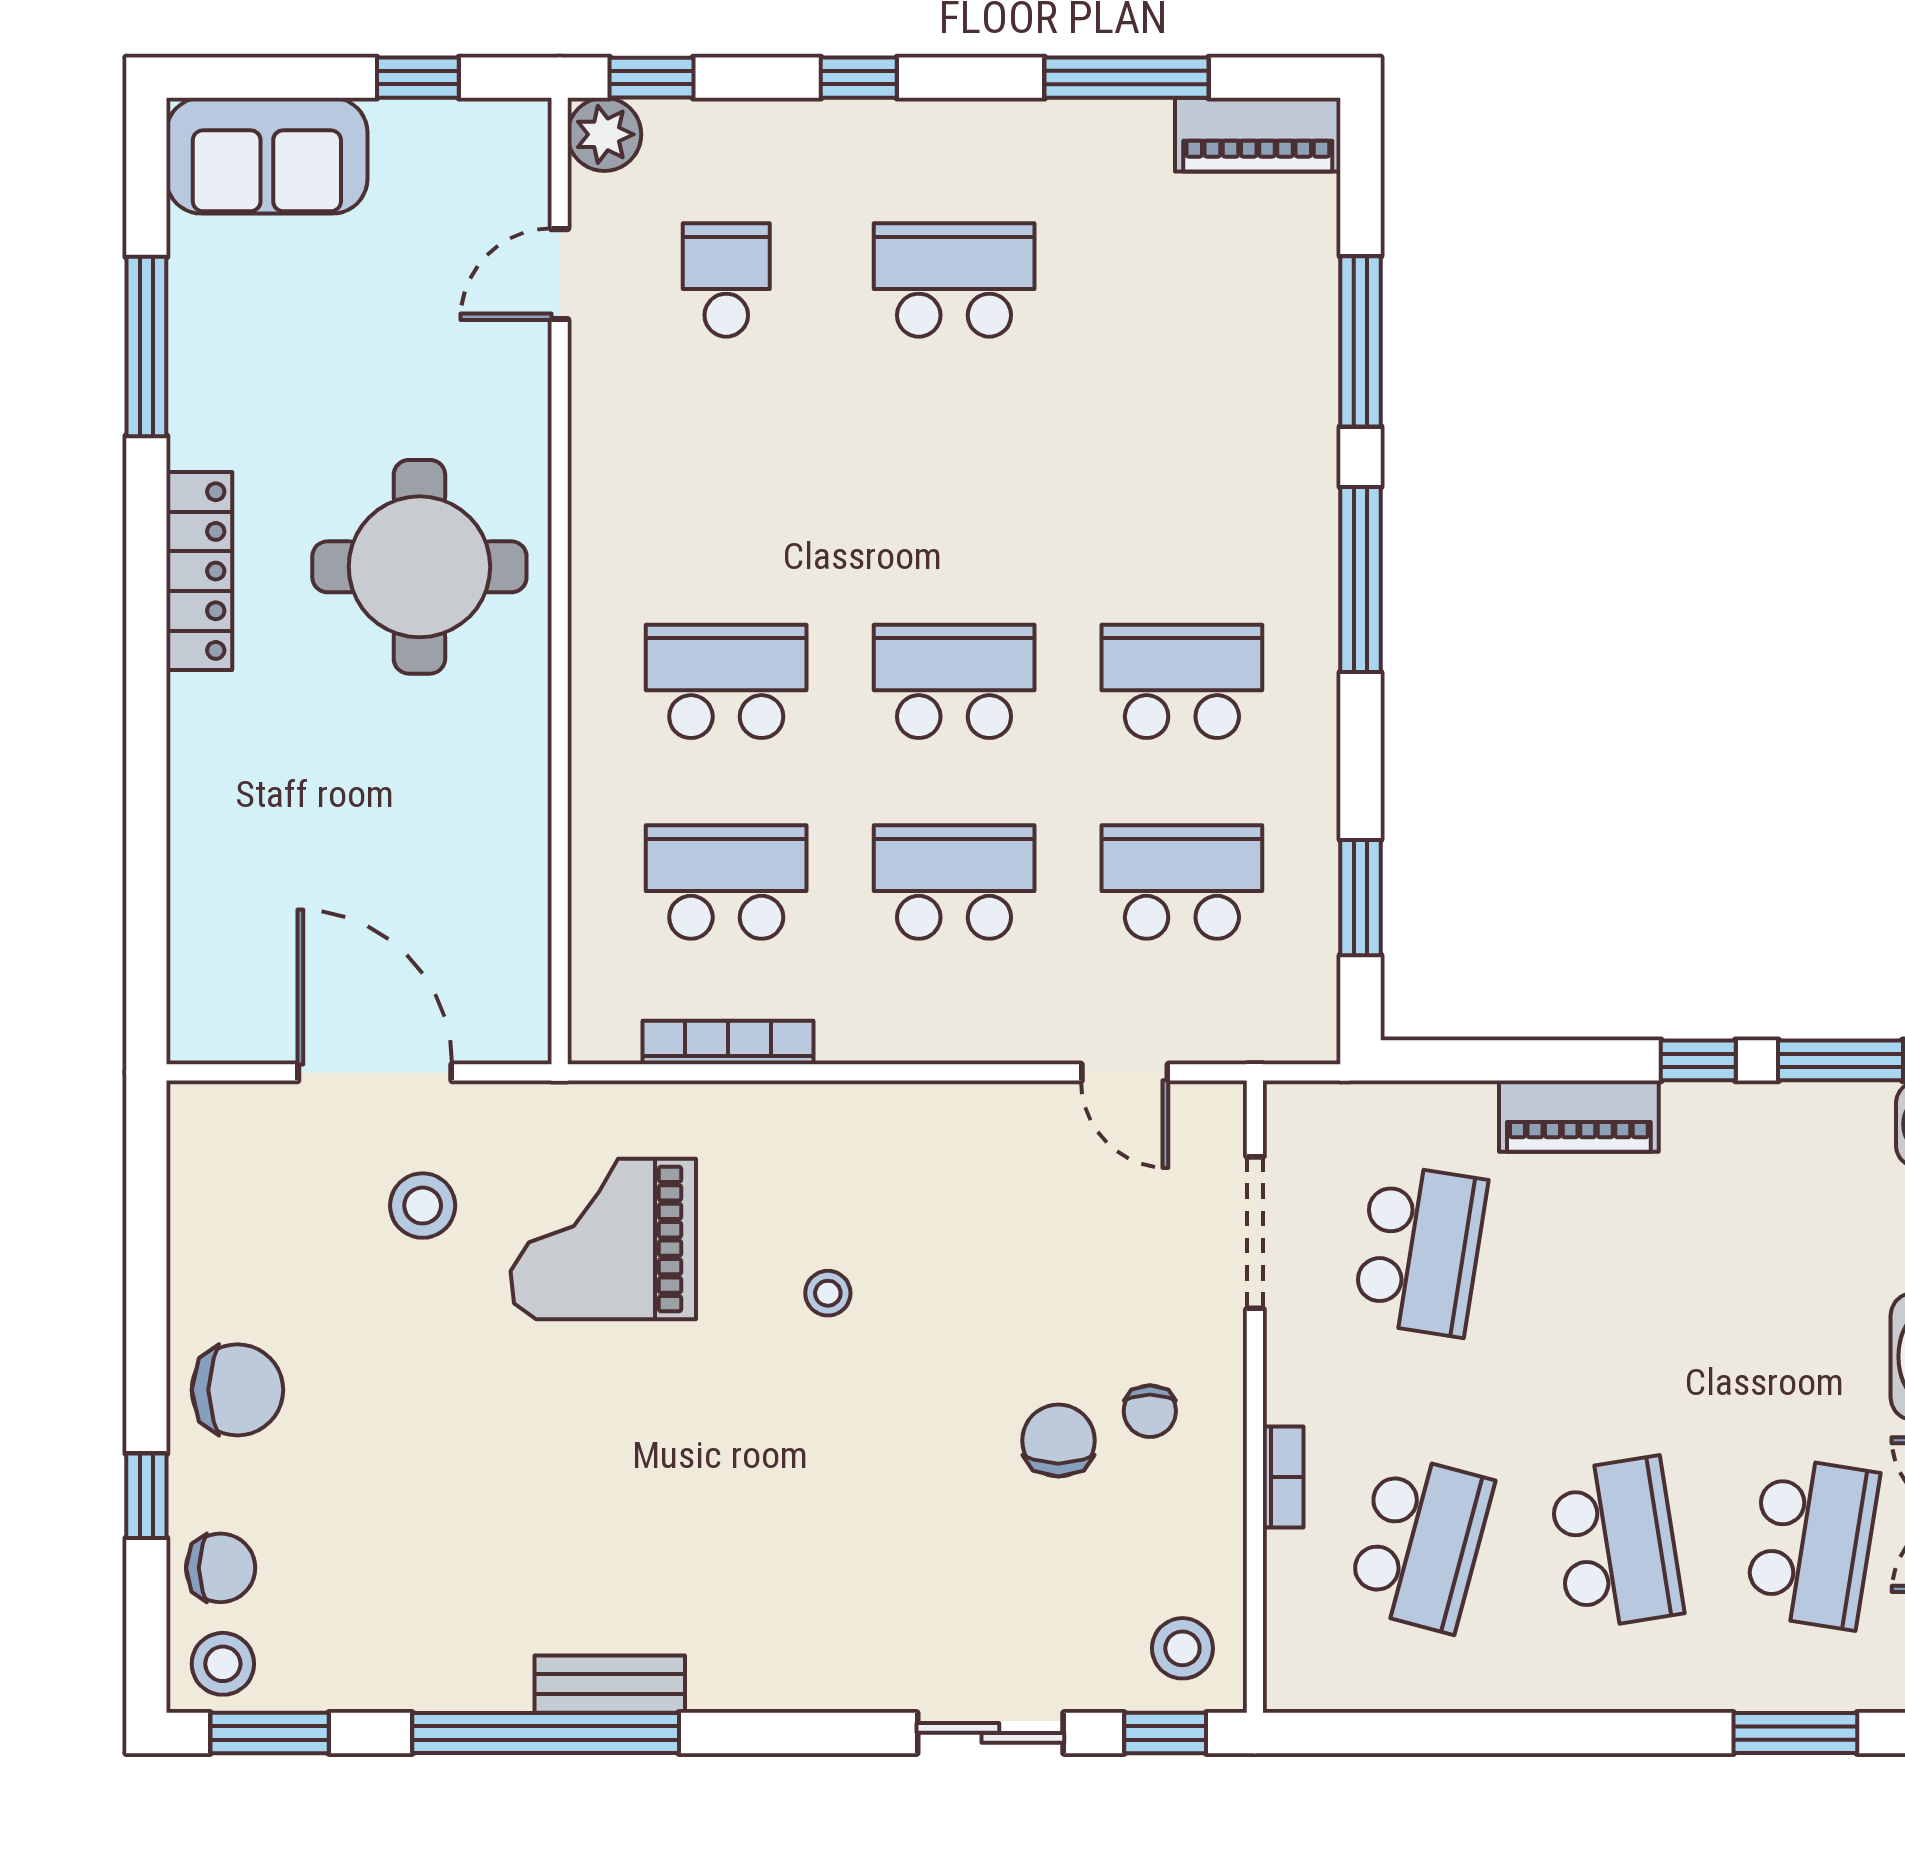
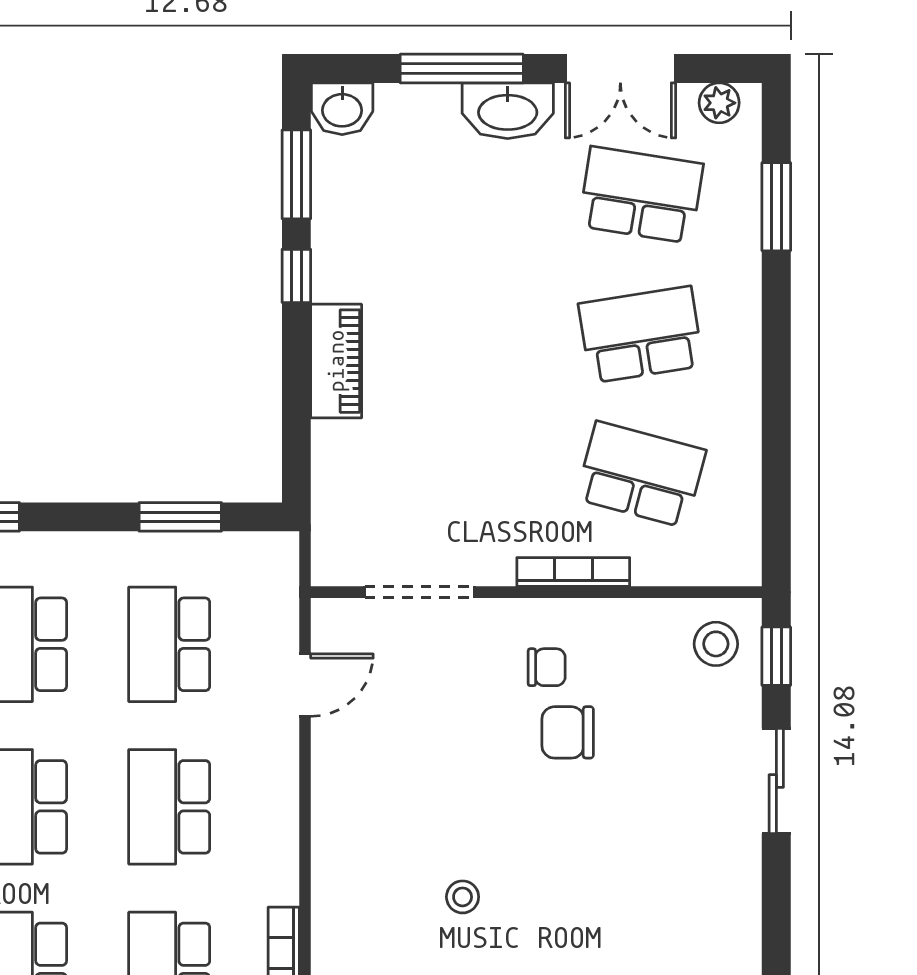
school desk: (1420, 1250) -> (432, 474), removed
bookcase: (1283, 1477) -> (573, 572), width x1.56

